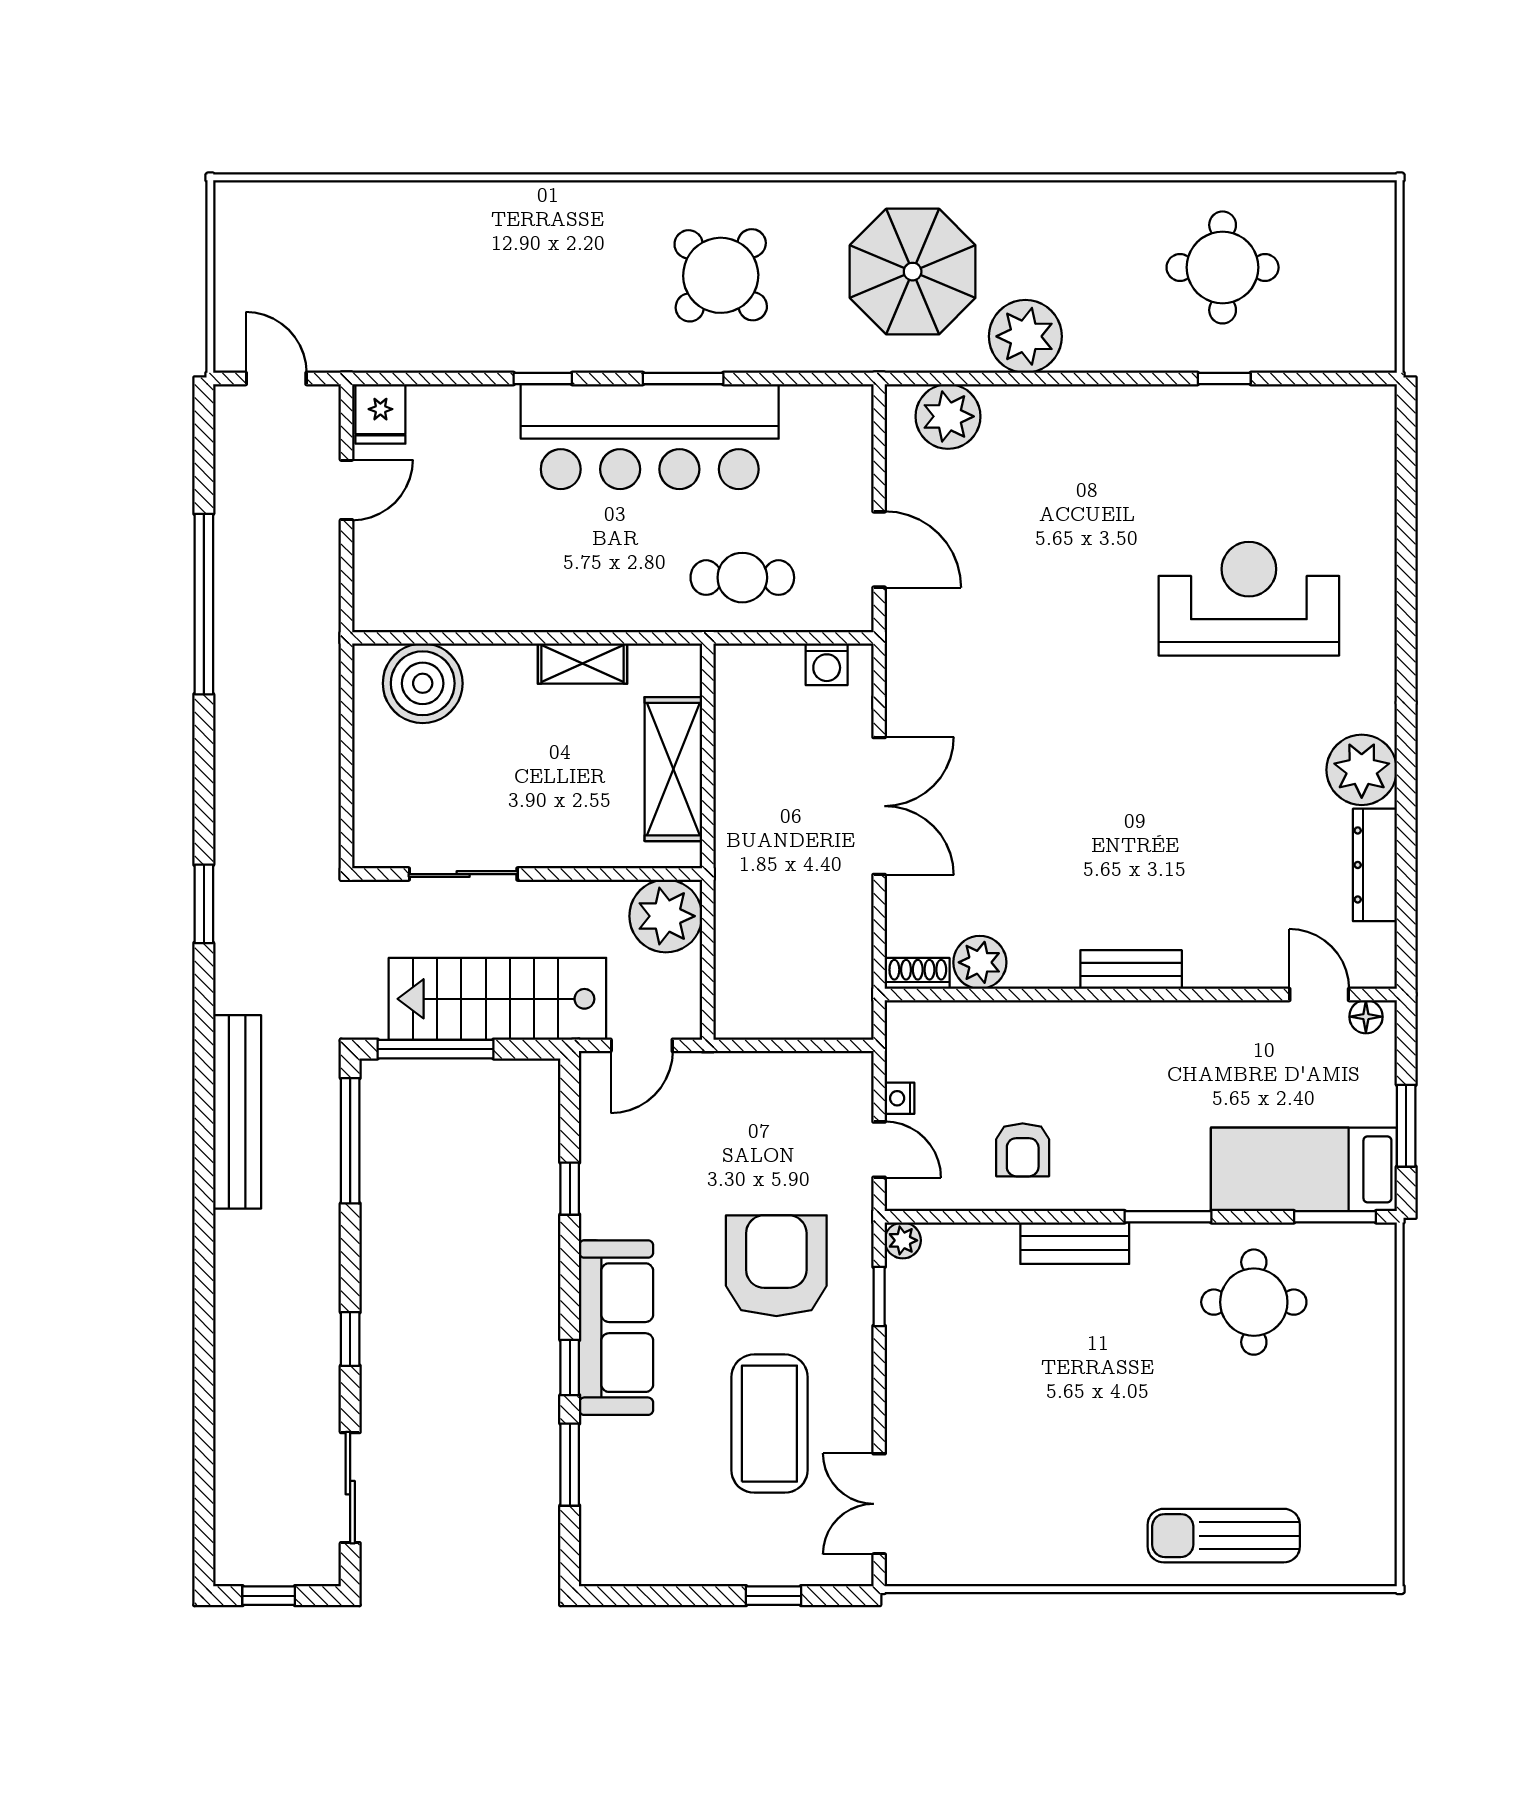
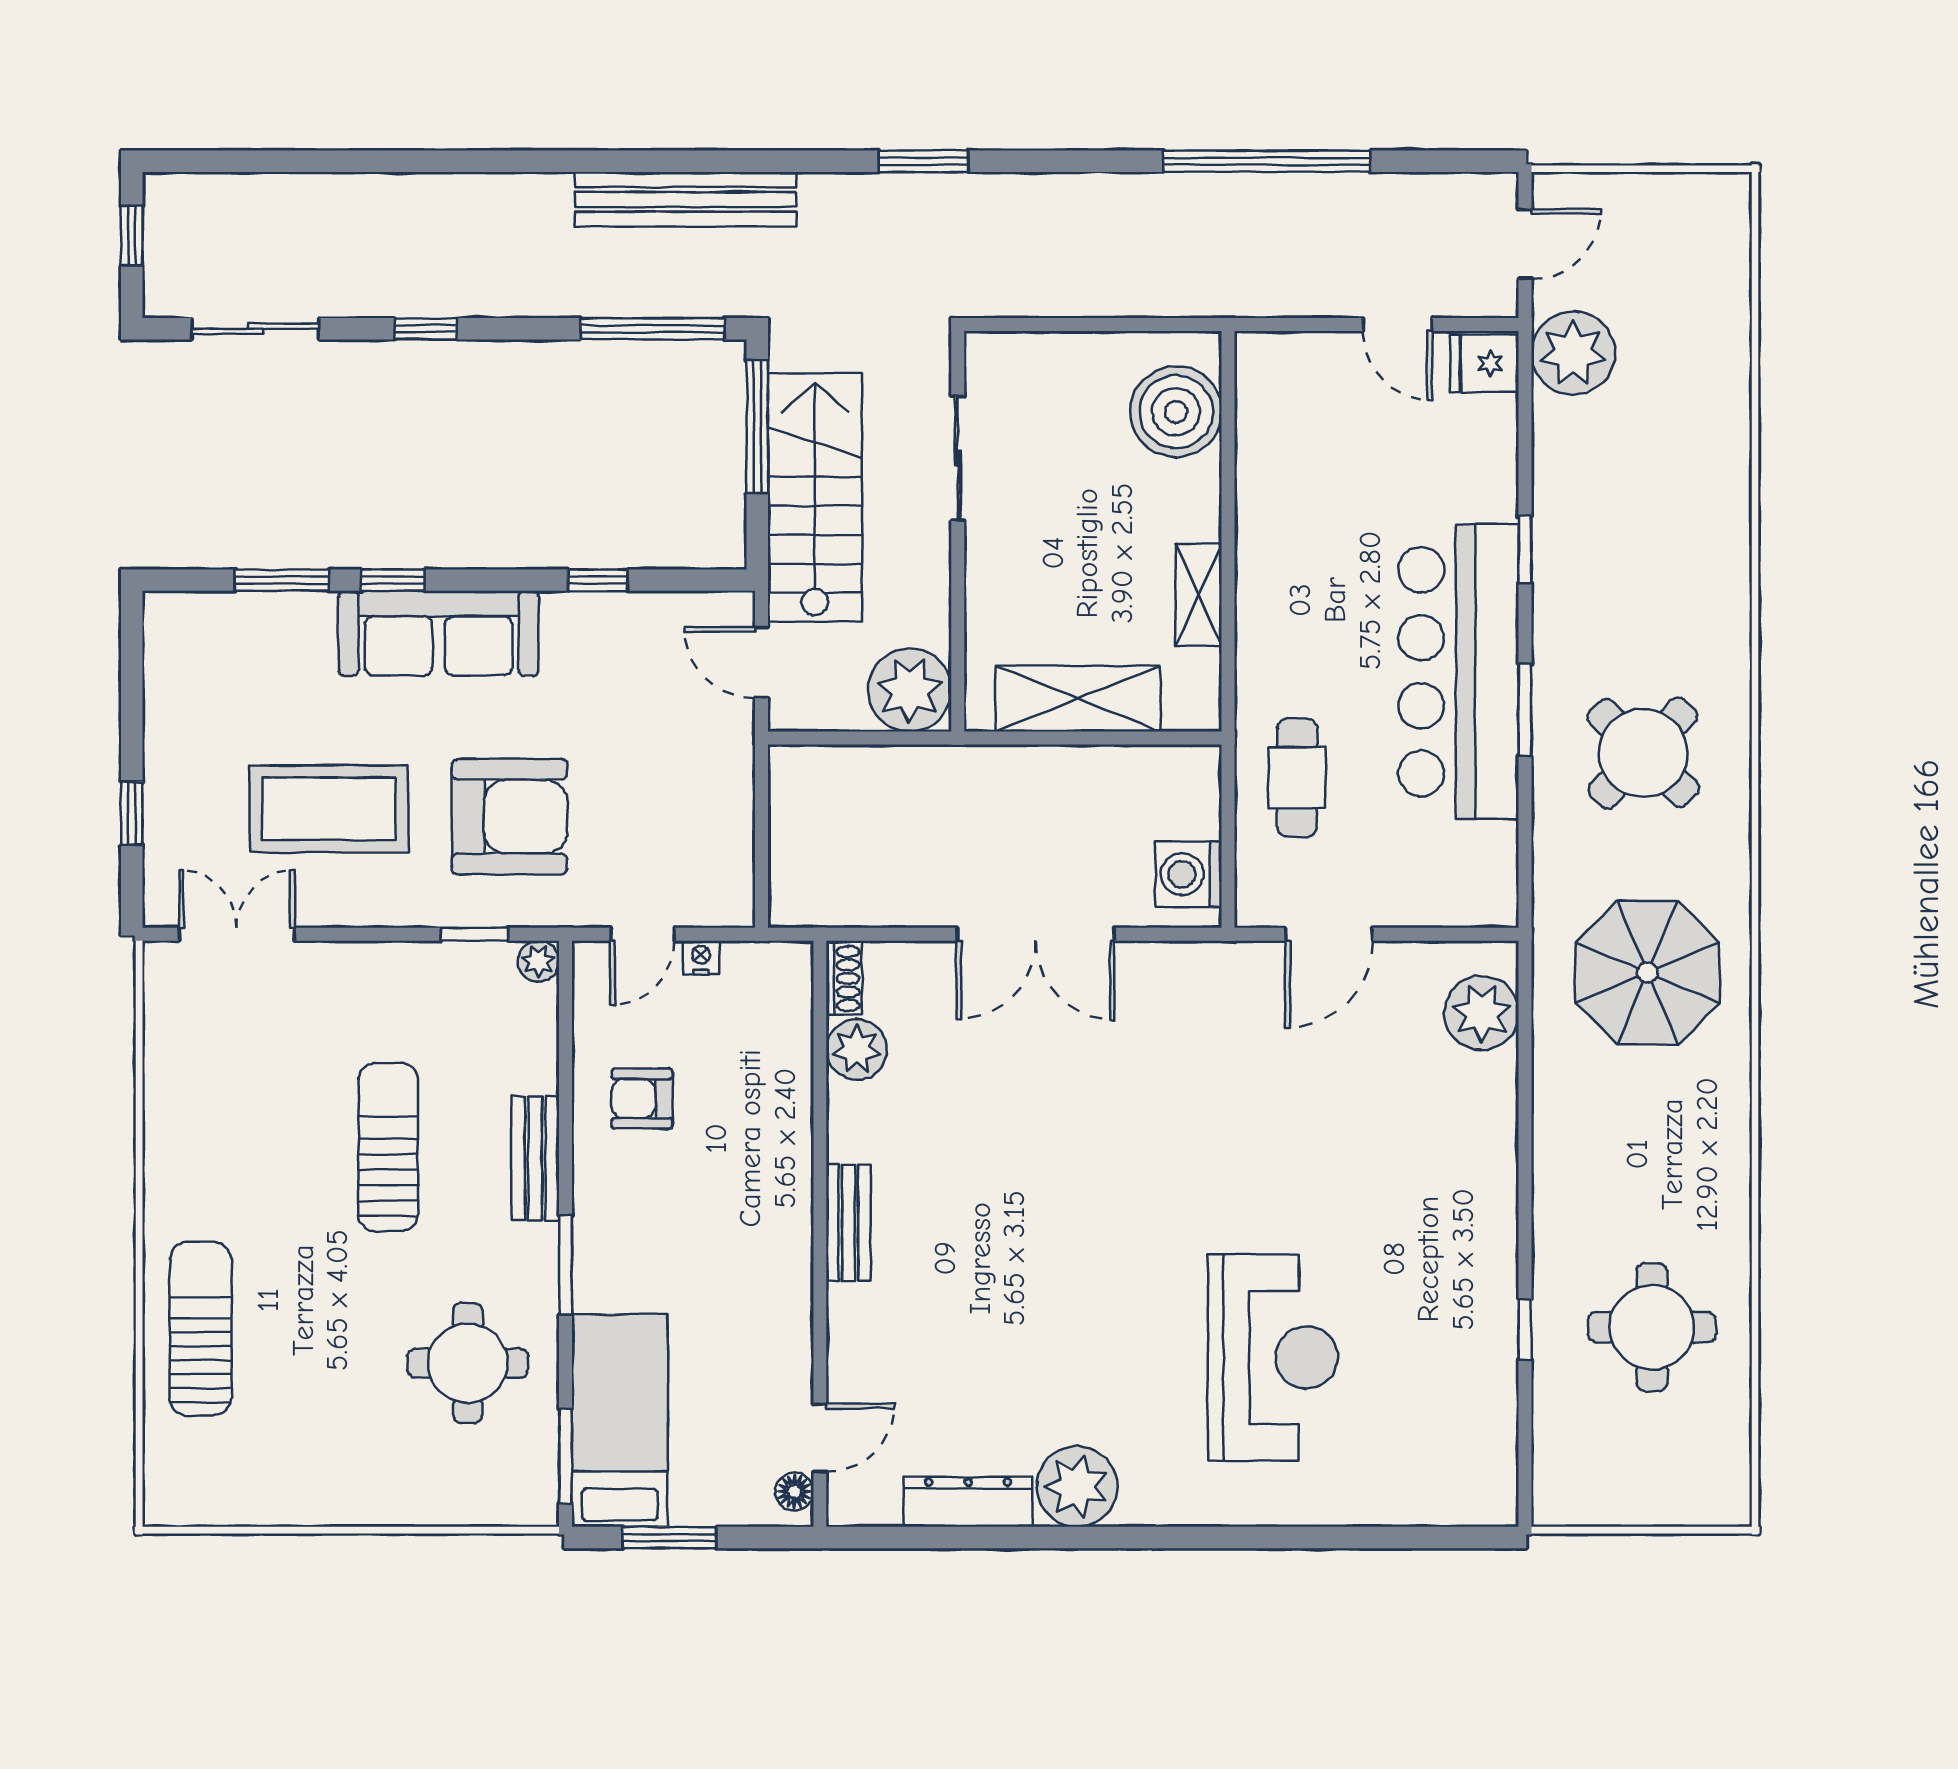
plant: (1025, 336) -> (1573, 353), moved
washing machine: (827, 664) -> (1189, 874), width x1.38, depth x1.38
sun lounger: (1065, 1372) -> (388, 1147), added

